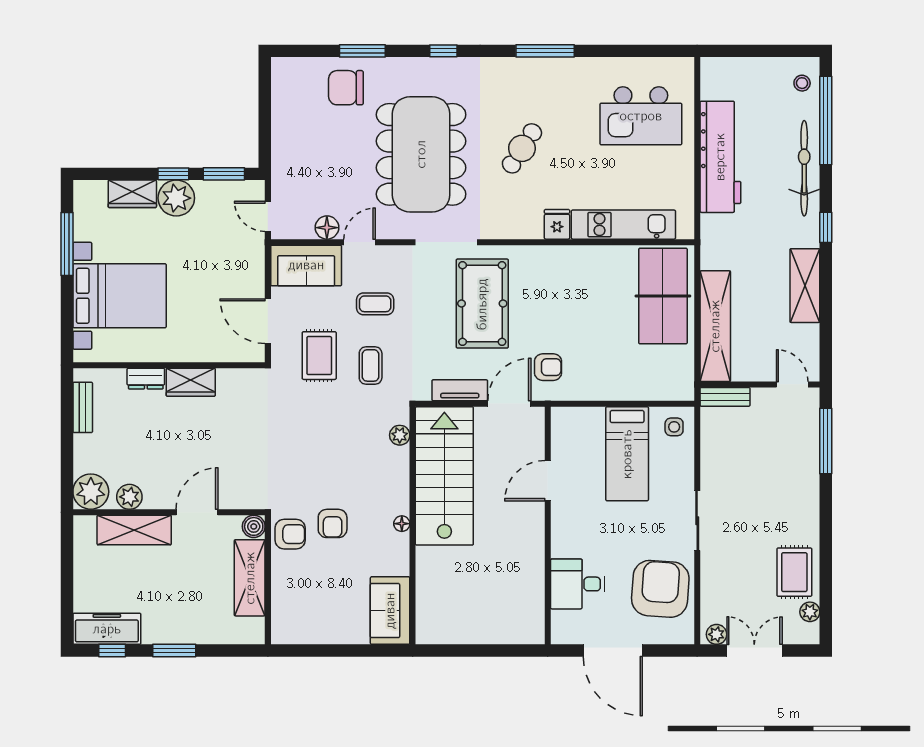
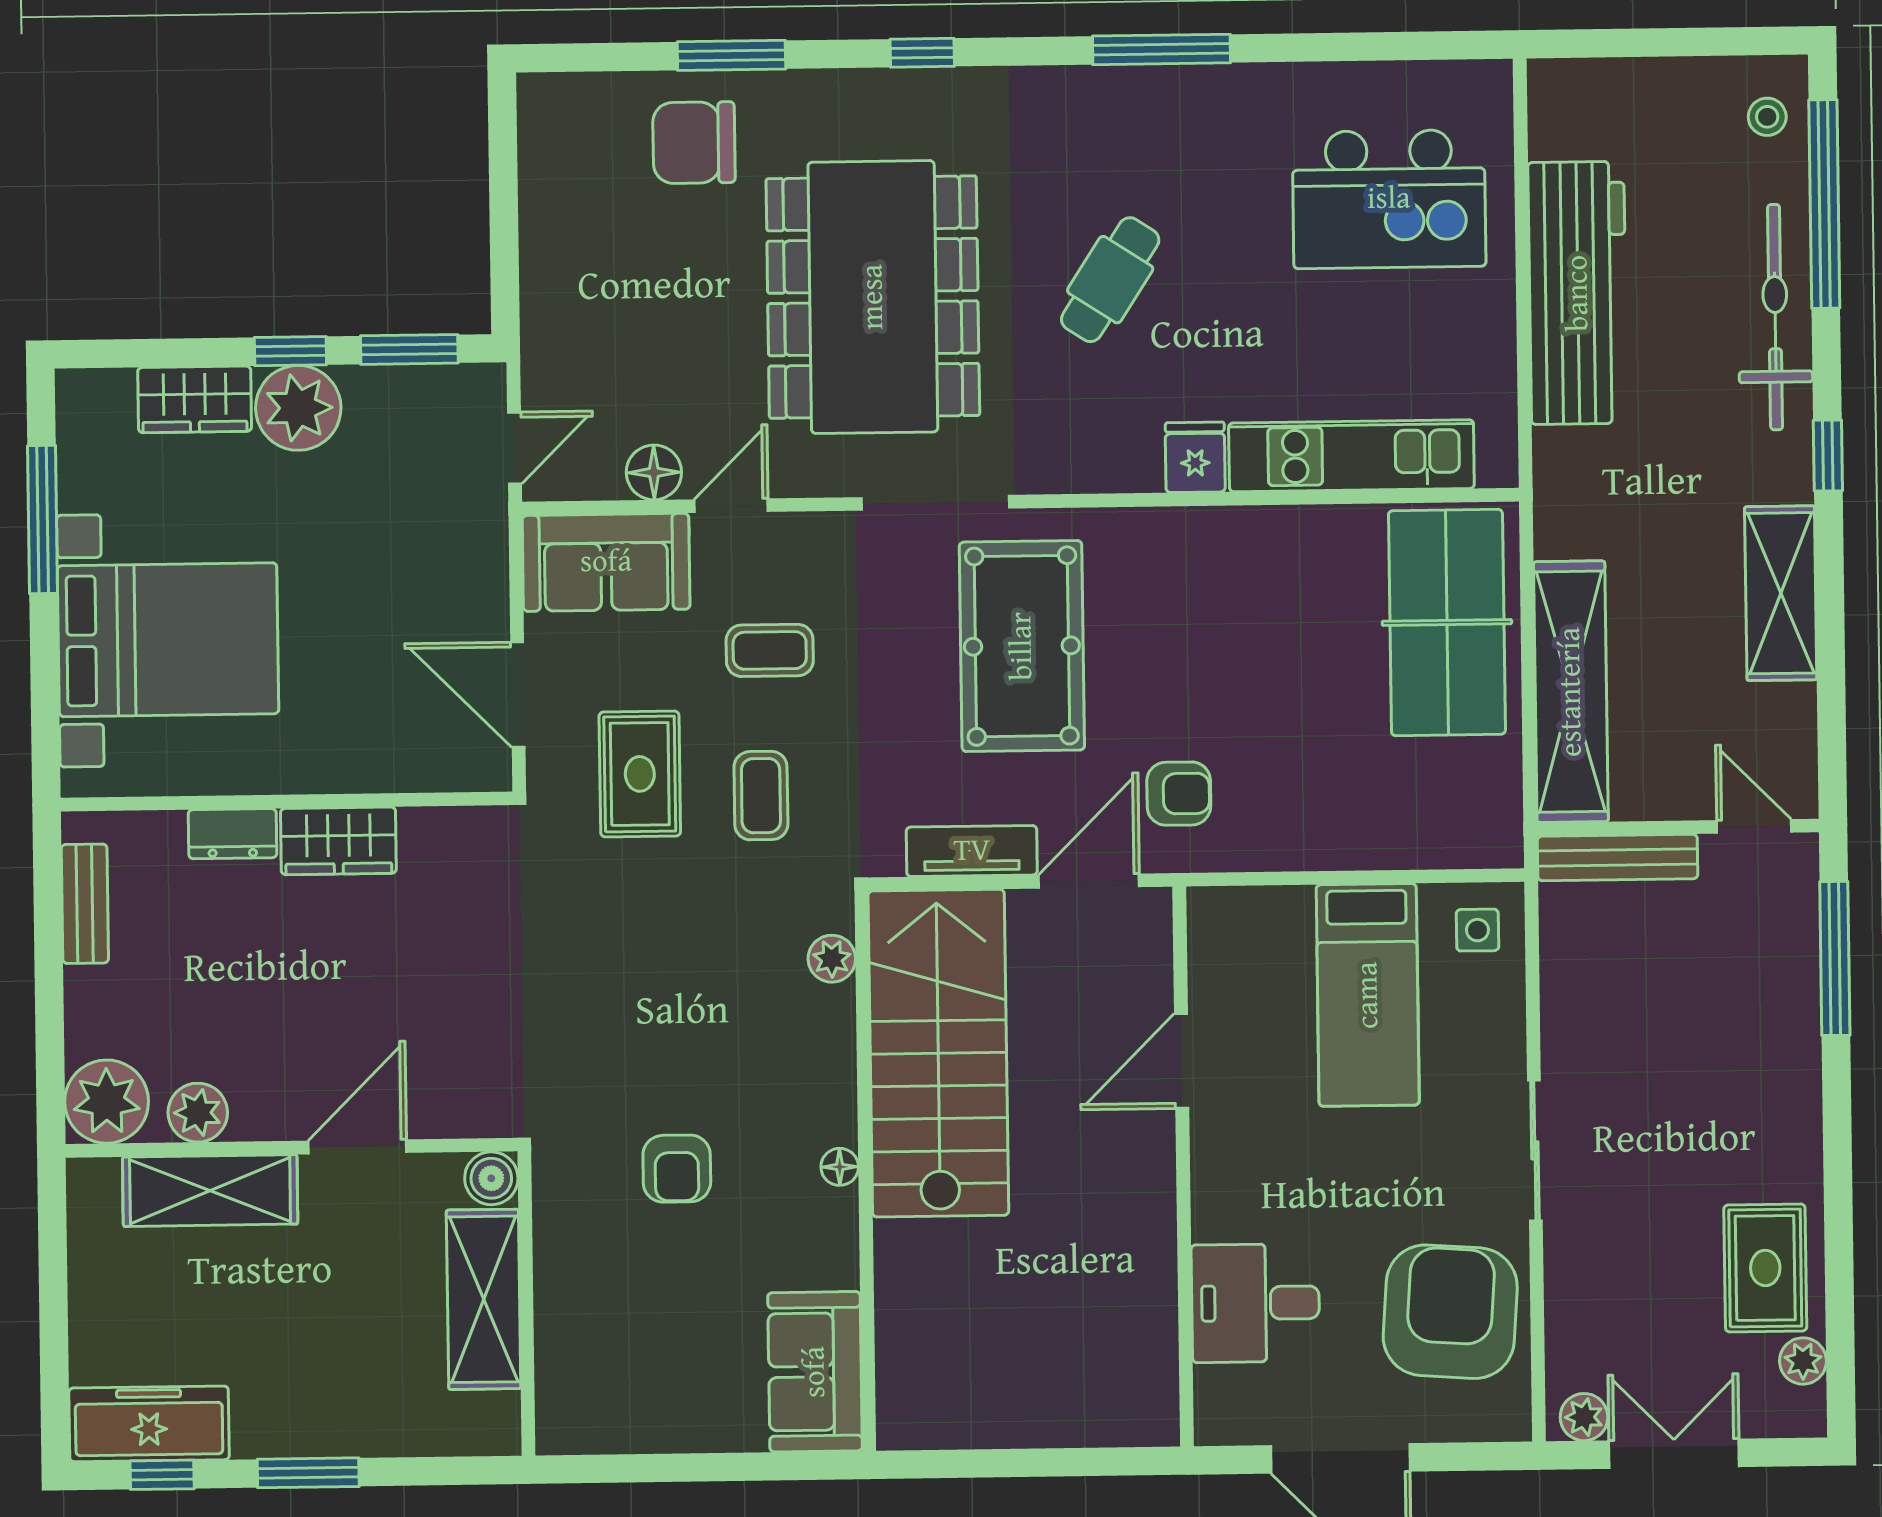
door: (268, 216) -> (514, 448), swing flipped
bench: (725, 397) -> (1618, 857), width x1.36
armchair: (290, 534) -> (577, 1195), removed

